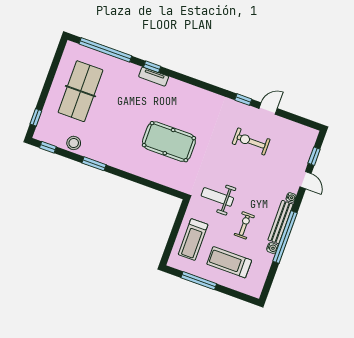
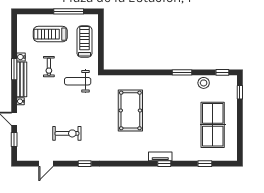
window: (105, 50) -> (205, 164), width x0.32
door: (268, 108) -> (46, 164), moved
pool table: (169, 142) -> (130, 110), turned 90
weight bench: (217, 197) -> (78, 81), turned 180
window: (285, 237) -> (14, 69), width x0.47
treadmill: (229, 262) -> (50, 34), turned 180

